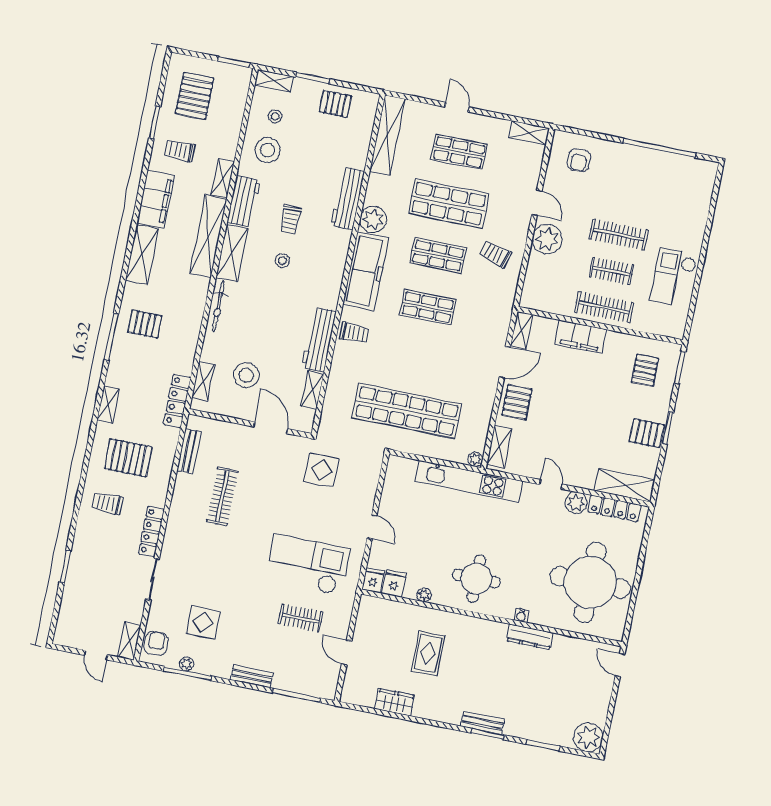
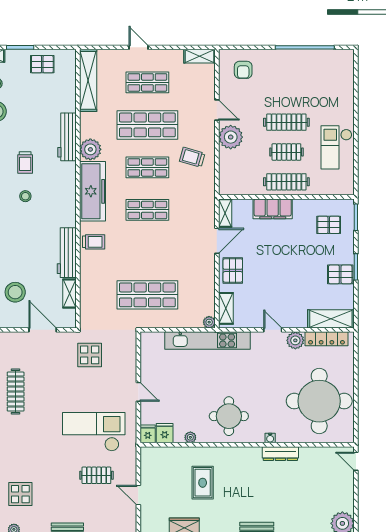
pallet: (645, 370) -> (329, 225), turned 90
shop shelf: (407, 411) -> (147, 295), width x0.71

